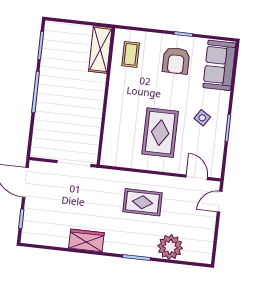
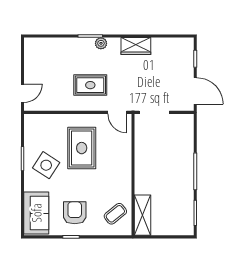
coffee table: (131, 54) -> (115, 214), turned 51
side table: (202, 118) -> (46, 165), width x1.87, depth x1.87
door: (197, 177) -> (117, 112), moved
plant: (170, 247) -> (101, 43), moved, width x0.53, depth x0.53

